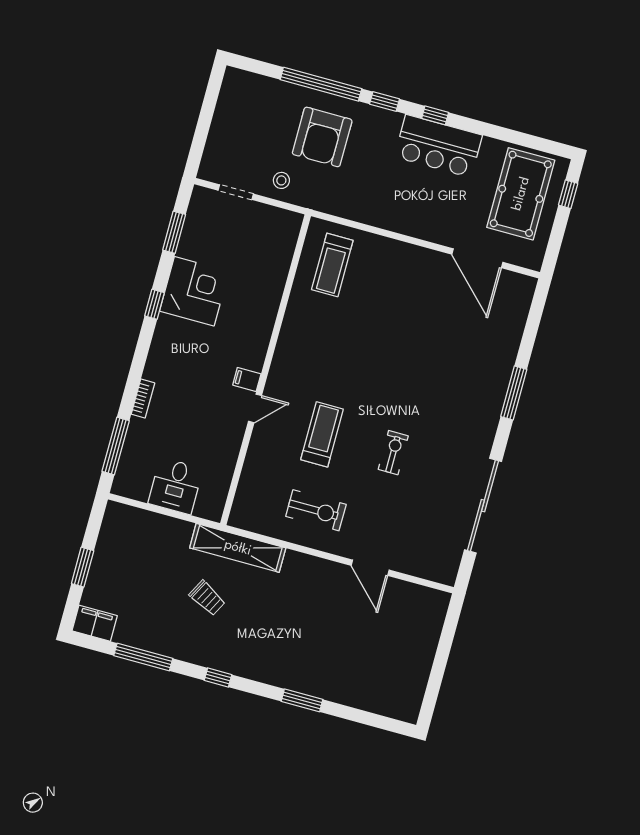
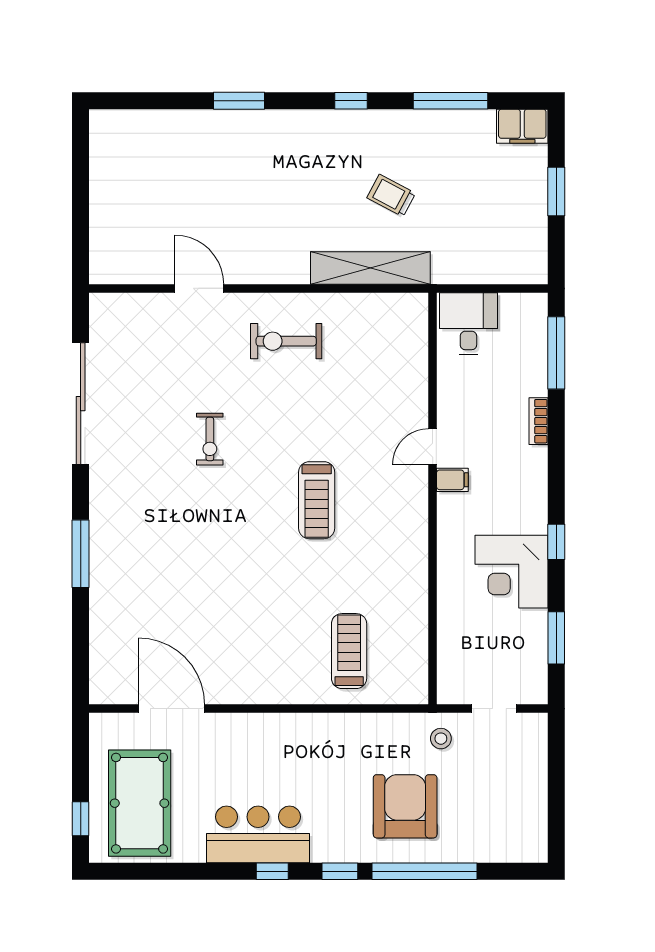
wall: (266, 370) -> (433, 499), moved
filing cabinet: (247, 380) -> (452, 480), moved
door: (255, 408) -> (433, 447), moved
treadmill: (322, 434) -> (317, 500), moved

